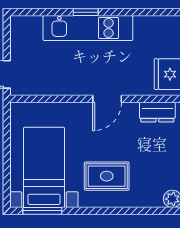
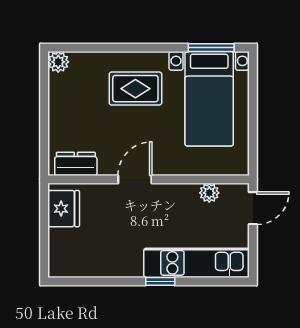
kitchen unit: (88, 28) -> (197, 263), moved
plant: (44, 87) -> (209, 193), added

